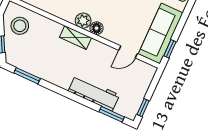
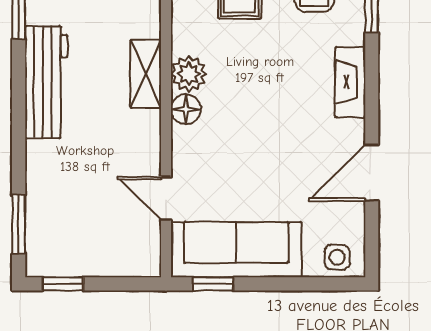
workbench: (94, 93) -> (46, 82), moved

